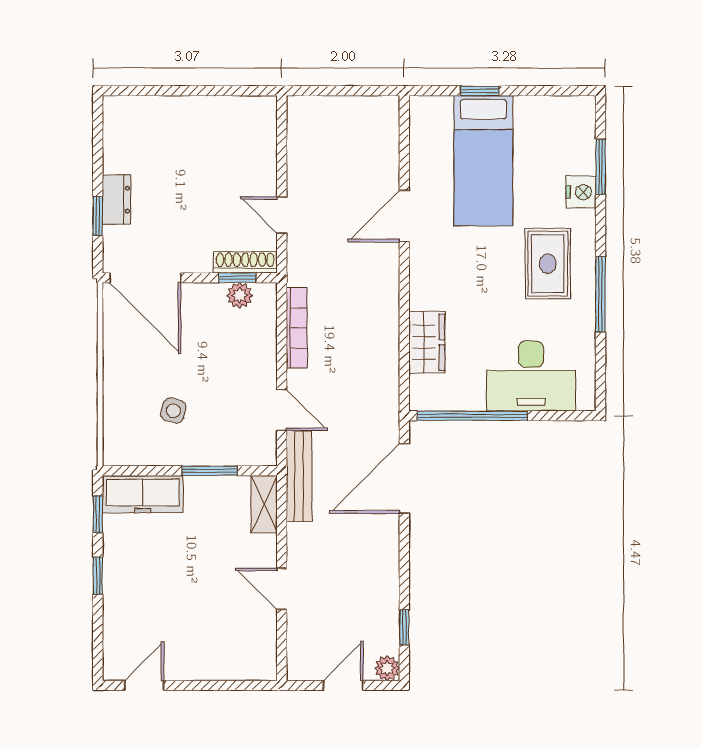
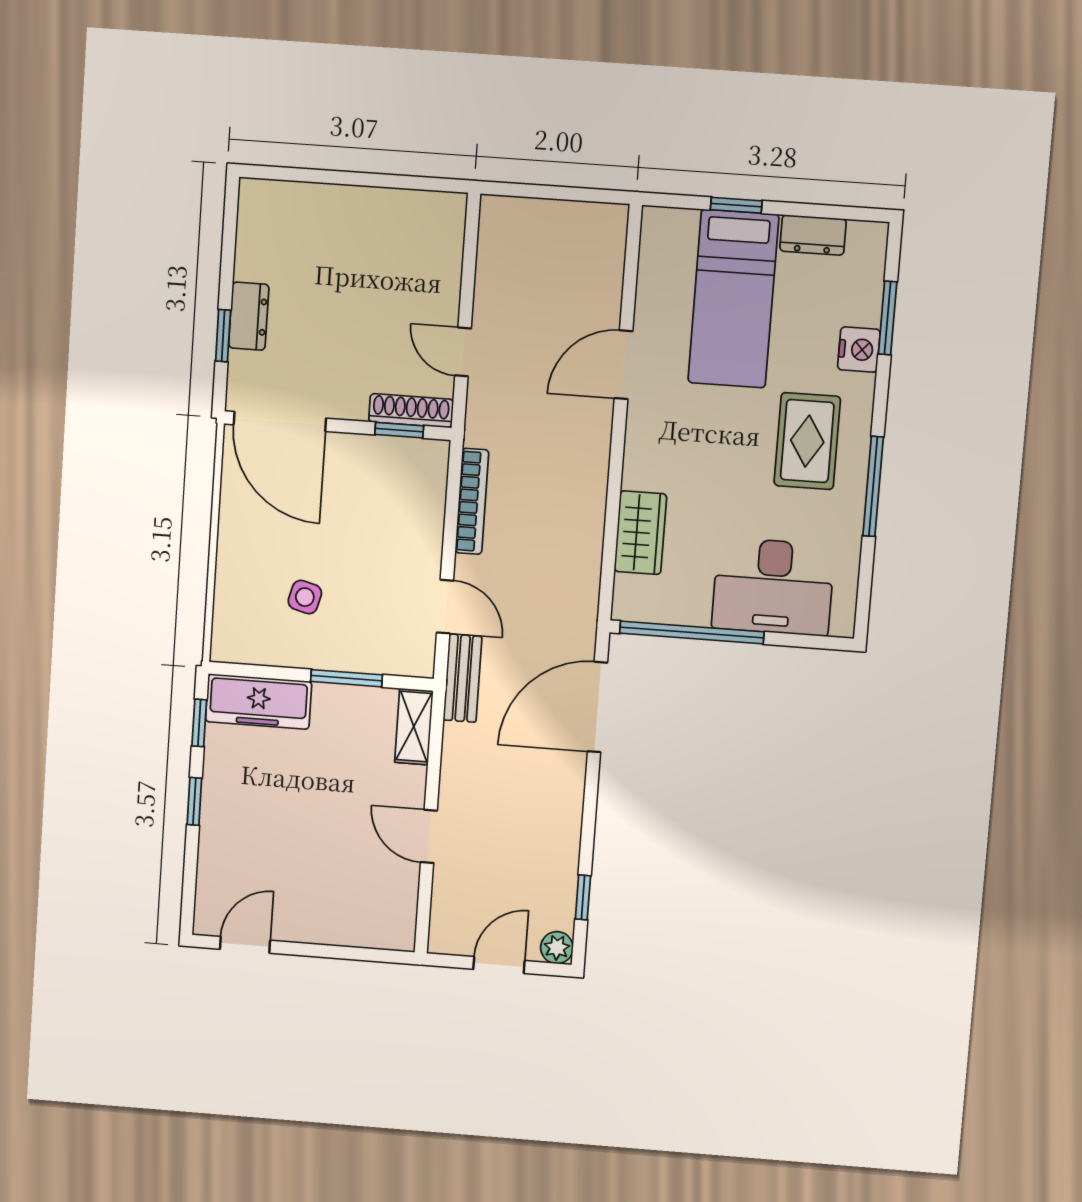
dresser: (539, 109) -> (813, 235), added
plant: (240, 295) -> (401, 453), removed
bench: (299, 476) -> (463, 678), width x0.73

